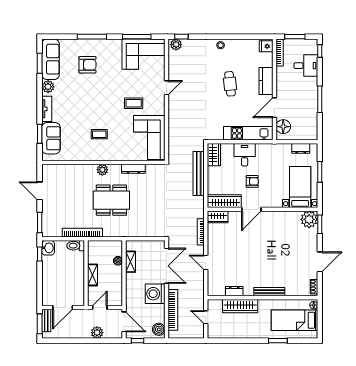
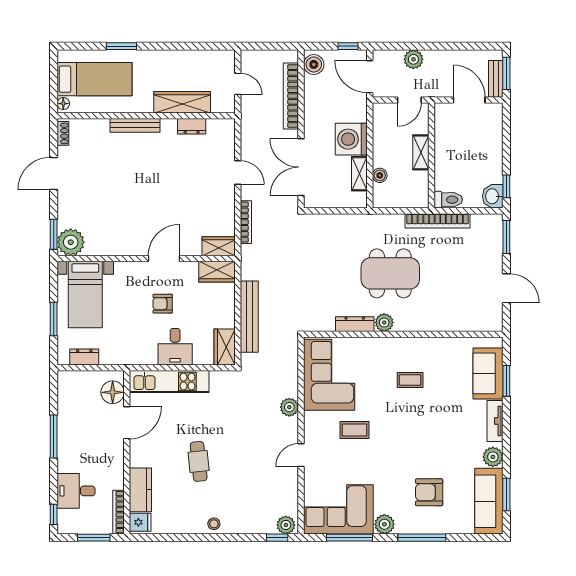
plant: (115, 45) -> (384, 524), added
kitchen counter: (266, 81) -> (140, 490), moved
plant: (174, 117) -> (289, 407), added
plant: (102, 170) -> (384, 322), moved
wardrobe: (224, 201) -> (217, 272), width x0.67
washing machine: (155, 294) -> (351, 139), moved, turned 180
door: (63, 307) -> (469, 100), hinge flipped

